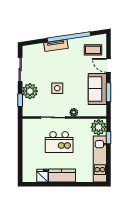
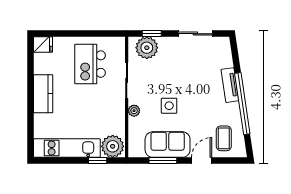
side table: (57, 88) -> (169, 106), moved
plant: (30, 91) -> (147, 48), moved
kitchen island: (59, 142) -> (90, 64), moved
fridge: (42, 176) -> (43, 45), moved

